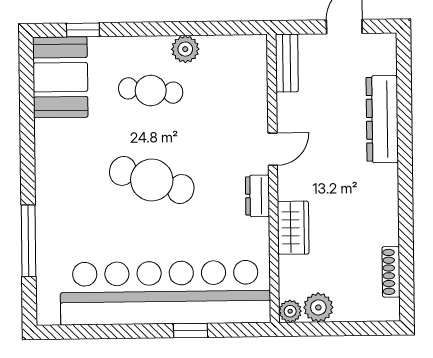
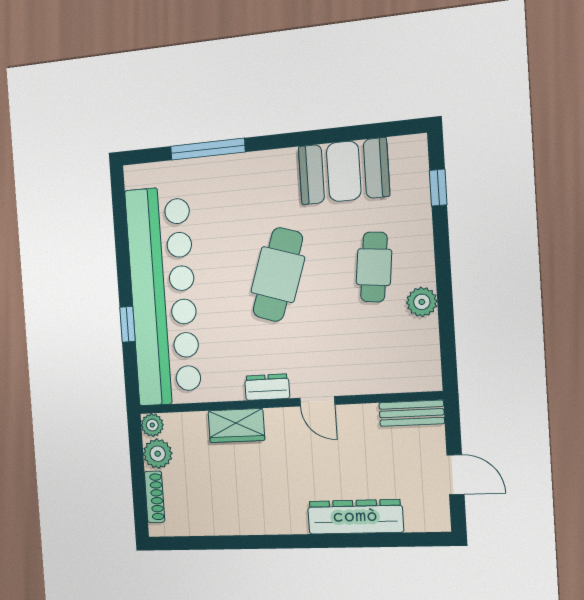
booth: (60, 77) -> (344, 171), moved
shoe rack: (391, 272) -> (155, 497), moved, turned 90

